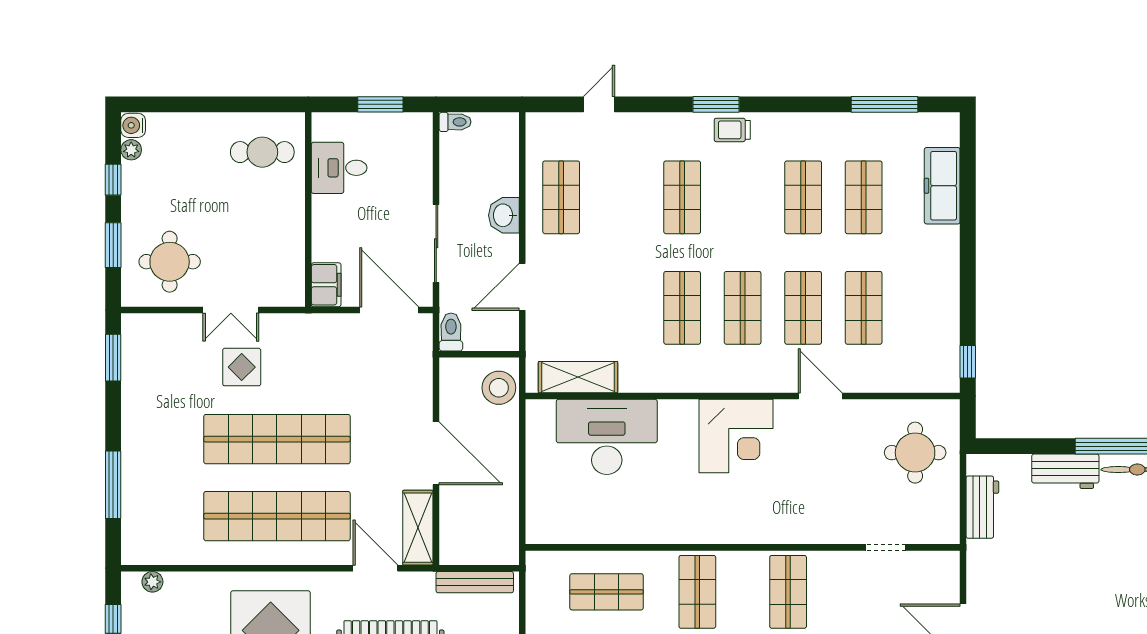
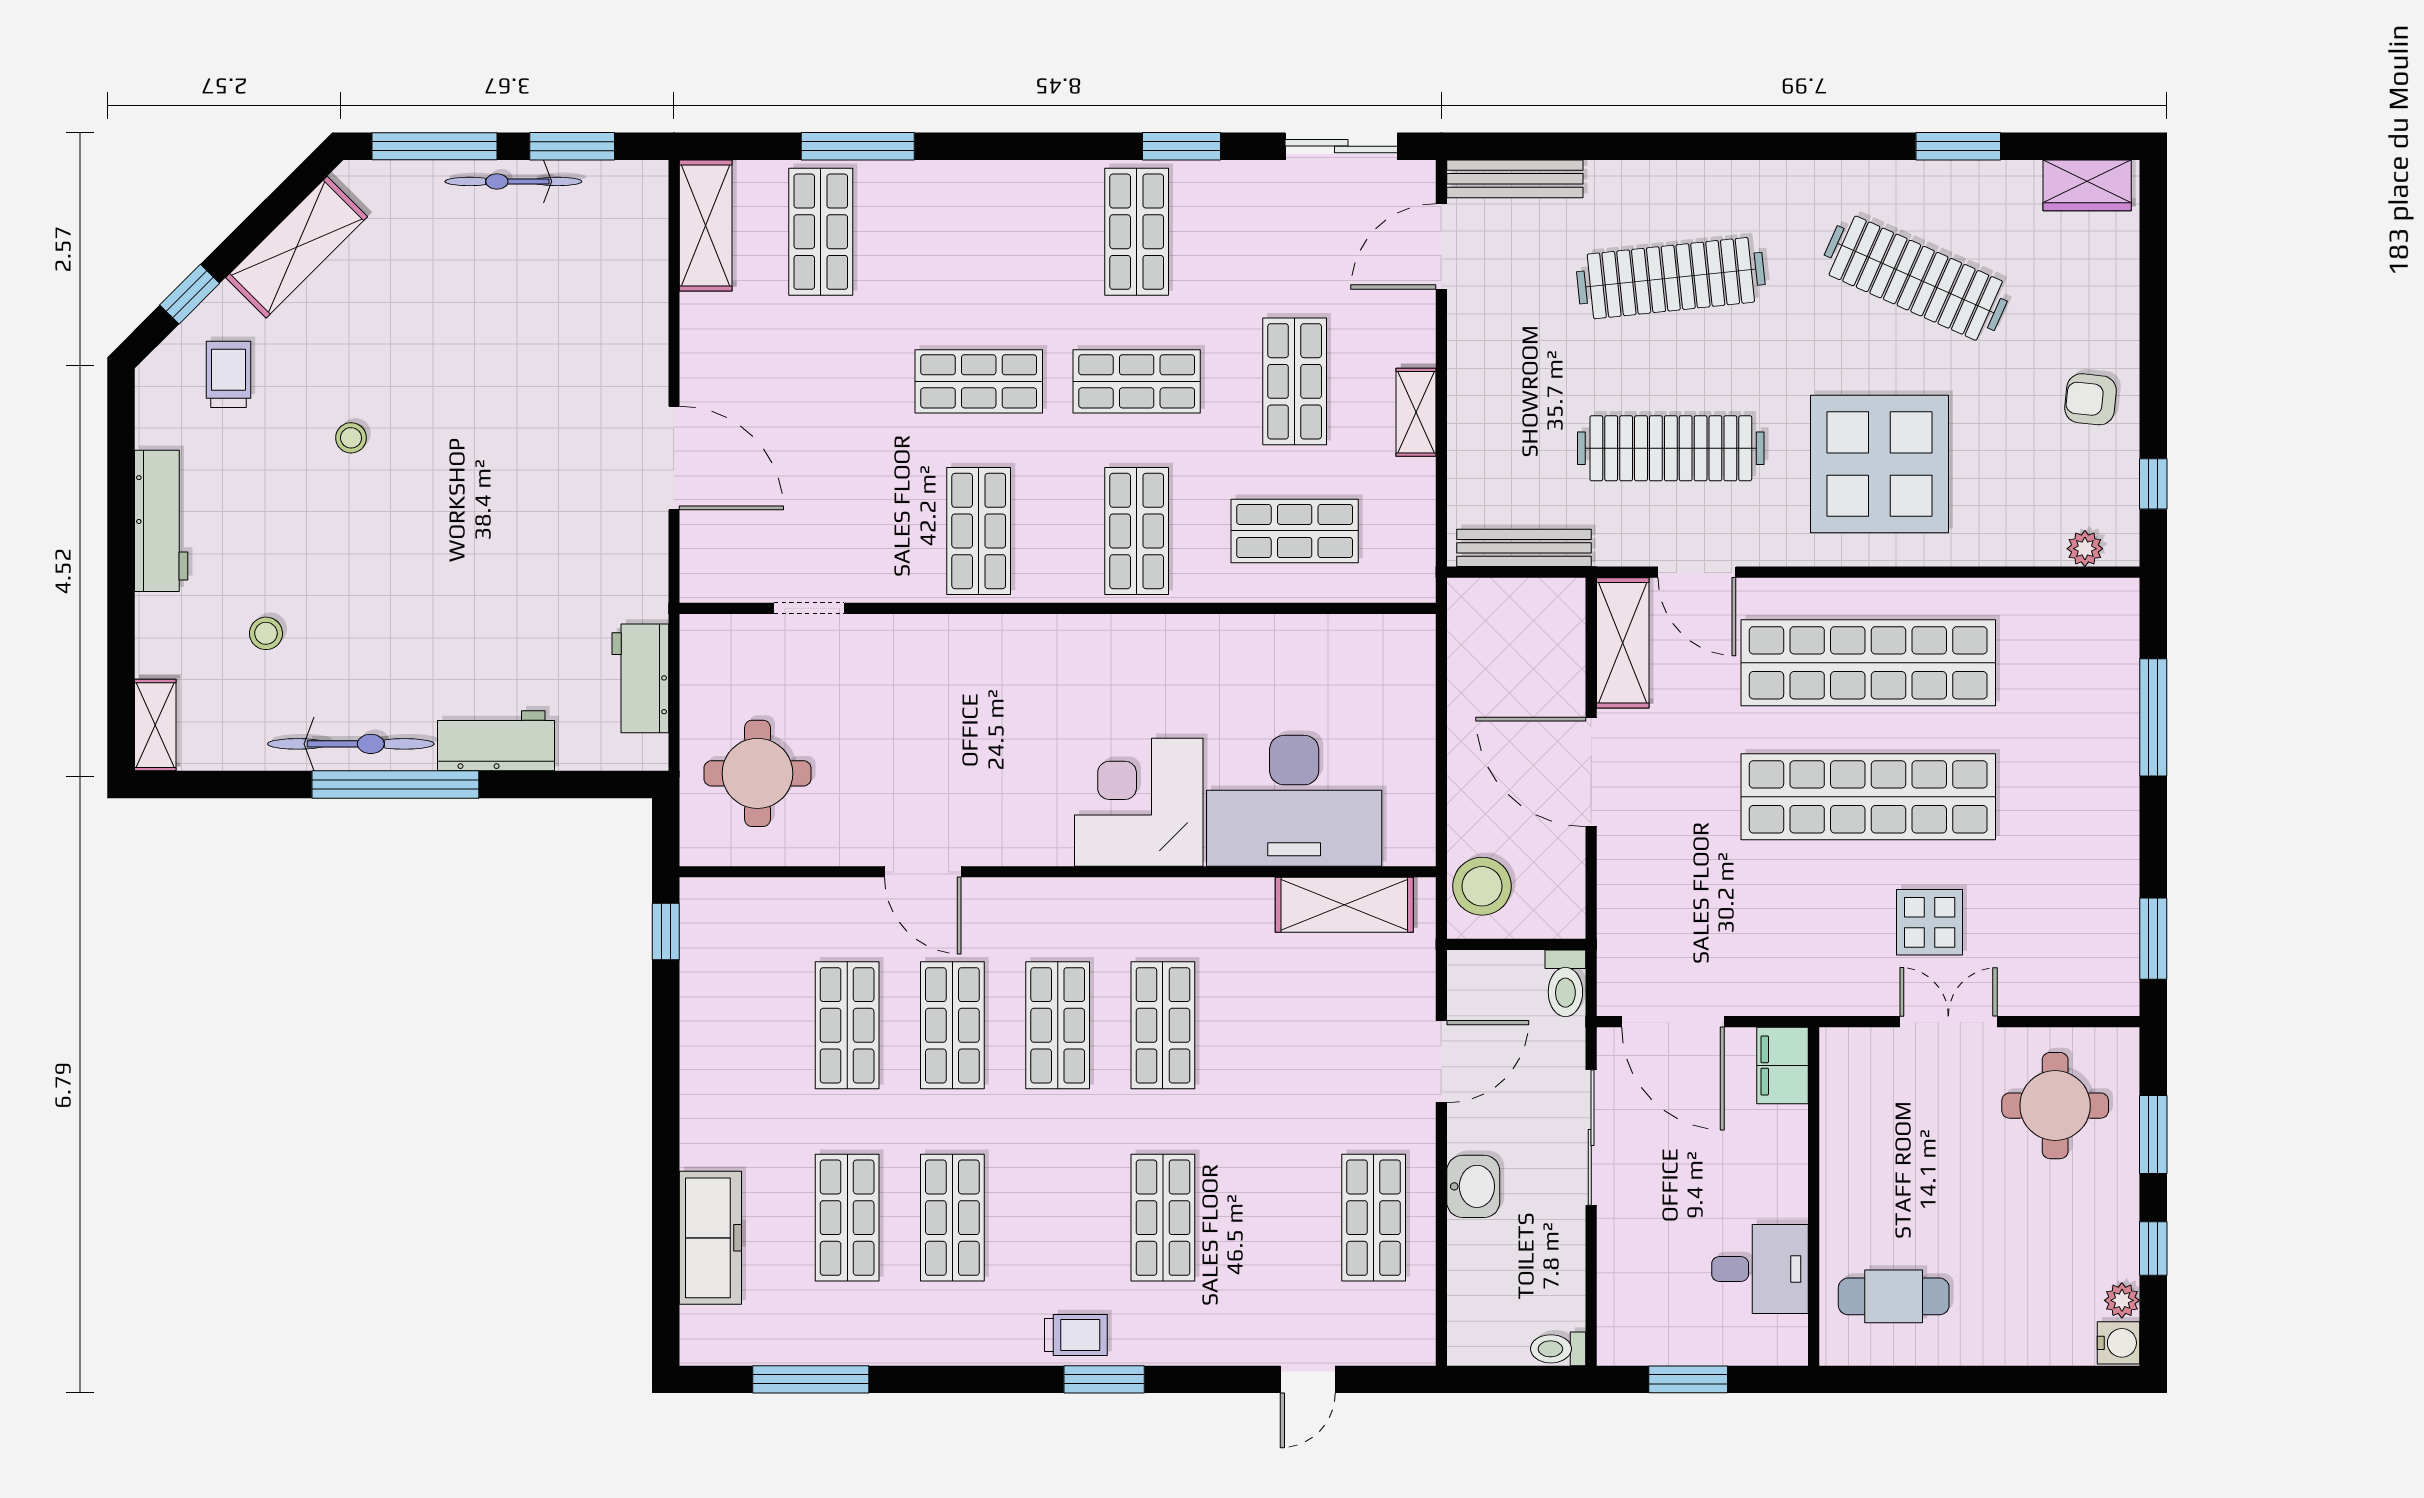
corner desk: (736, 436) -> (1139, 802), moved

